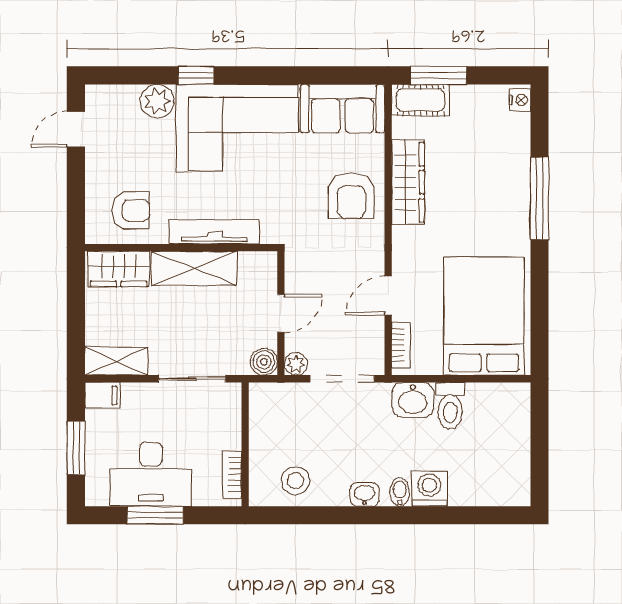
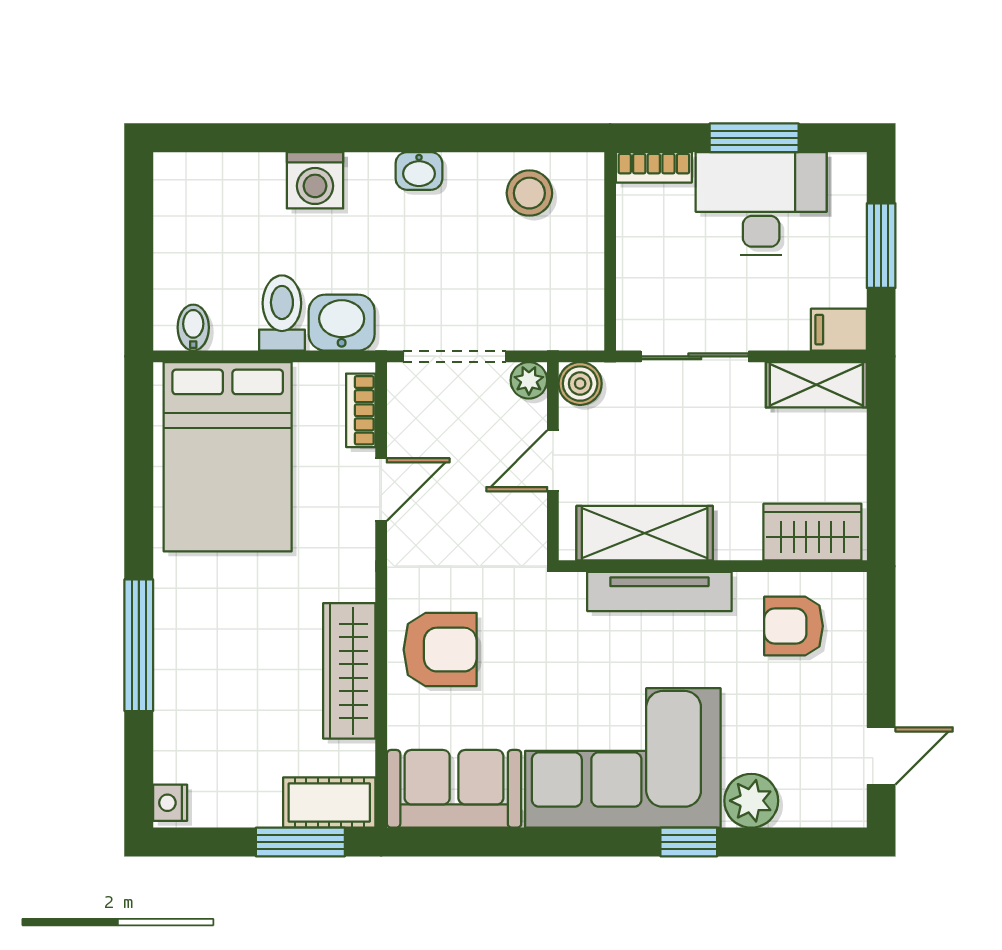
armchair: (351, 196) -> (440, 650), turned 90
shelving: (194, 268) -> (645, 533), moved
bookcase: (232, 475) -> (654, 167), moved, turned 90
bidet: (400, 492) -> (193, 328), moved, turned 180

